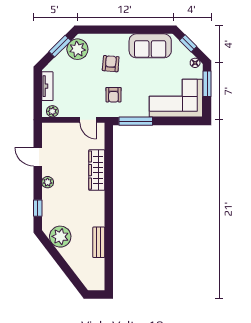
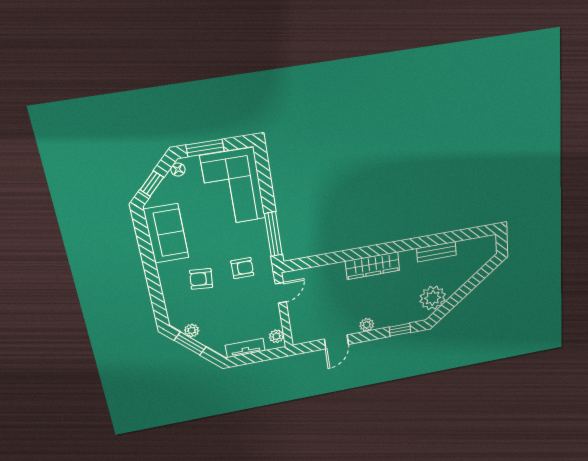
plant: (77, 49) -> (192, 330), width x0.53, depth x0.53
wardrobe: (97, 170) -> (372, 266), moved

